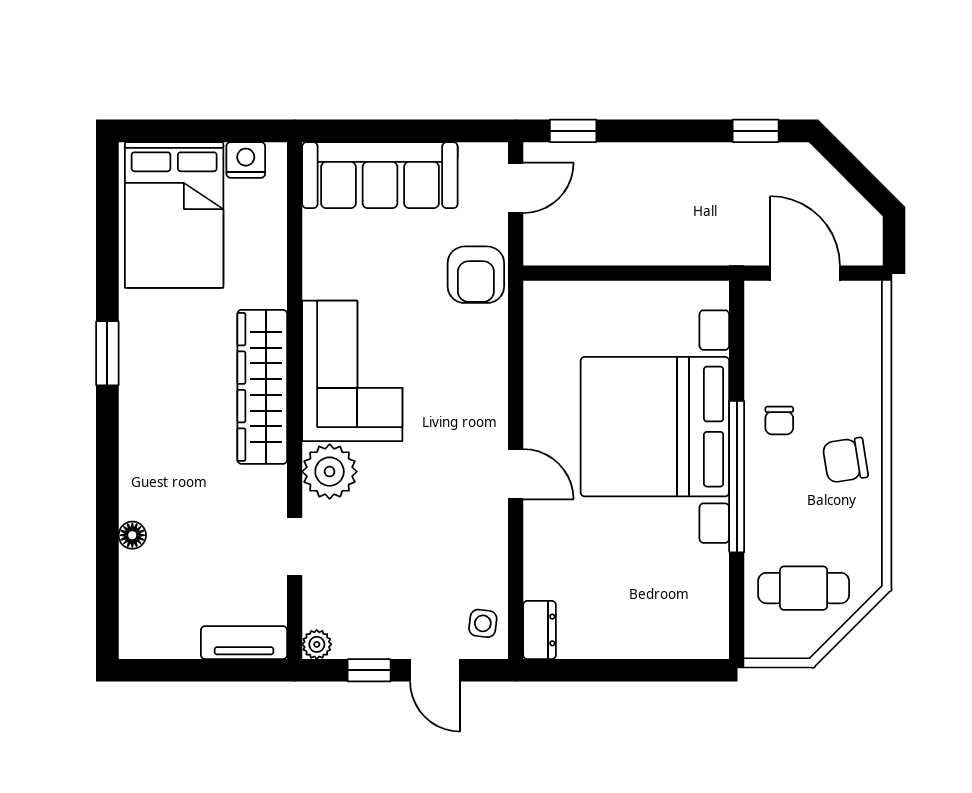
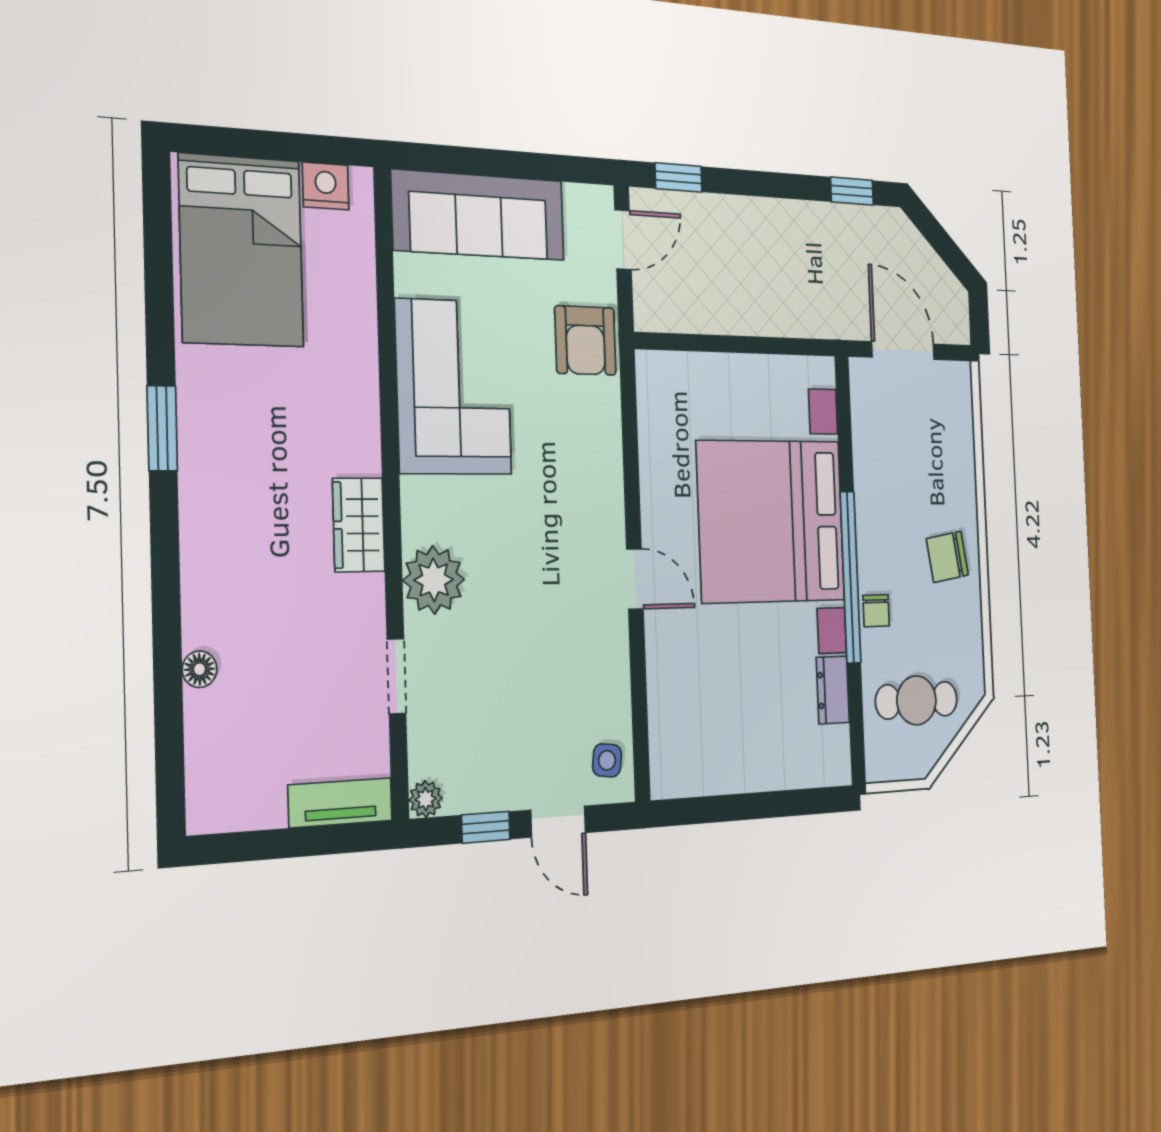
corner sofa: (352, 371) -> (453, 387), moved
wardrobe: (262, 387) -> (359, 525), width x0.48, depth x0.85
chair: (779, 421) -> (876, 611), moved
dresser: (540, 630) -> (833, 690), moved, turned 180

